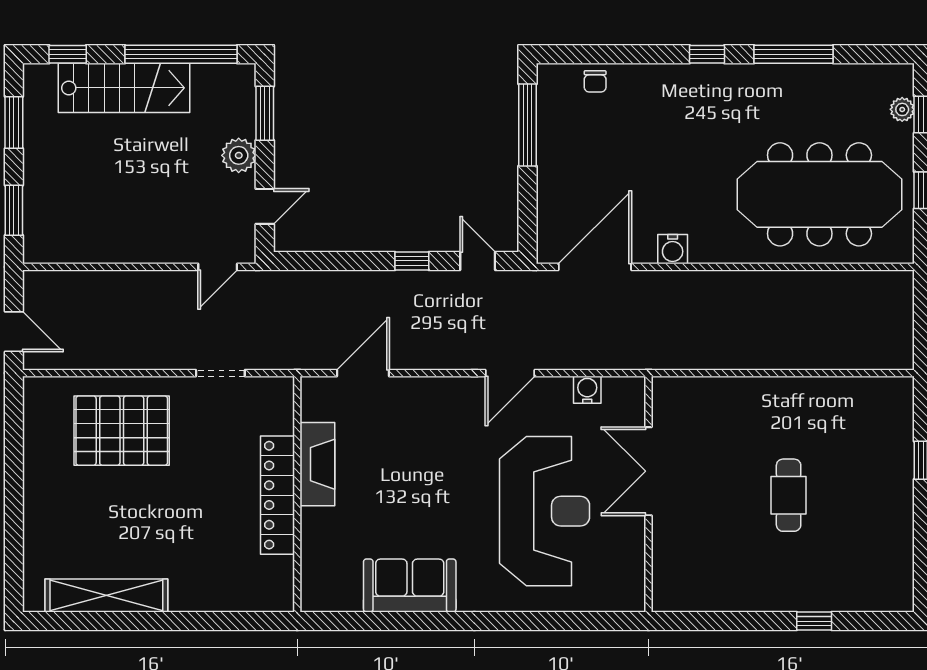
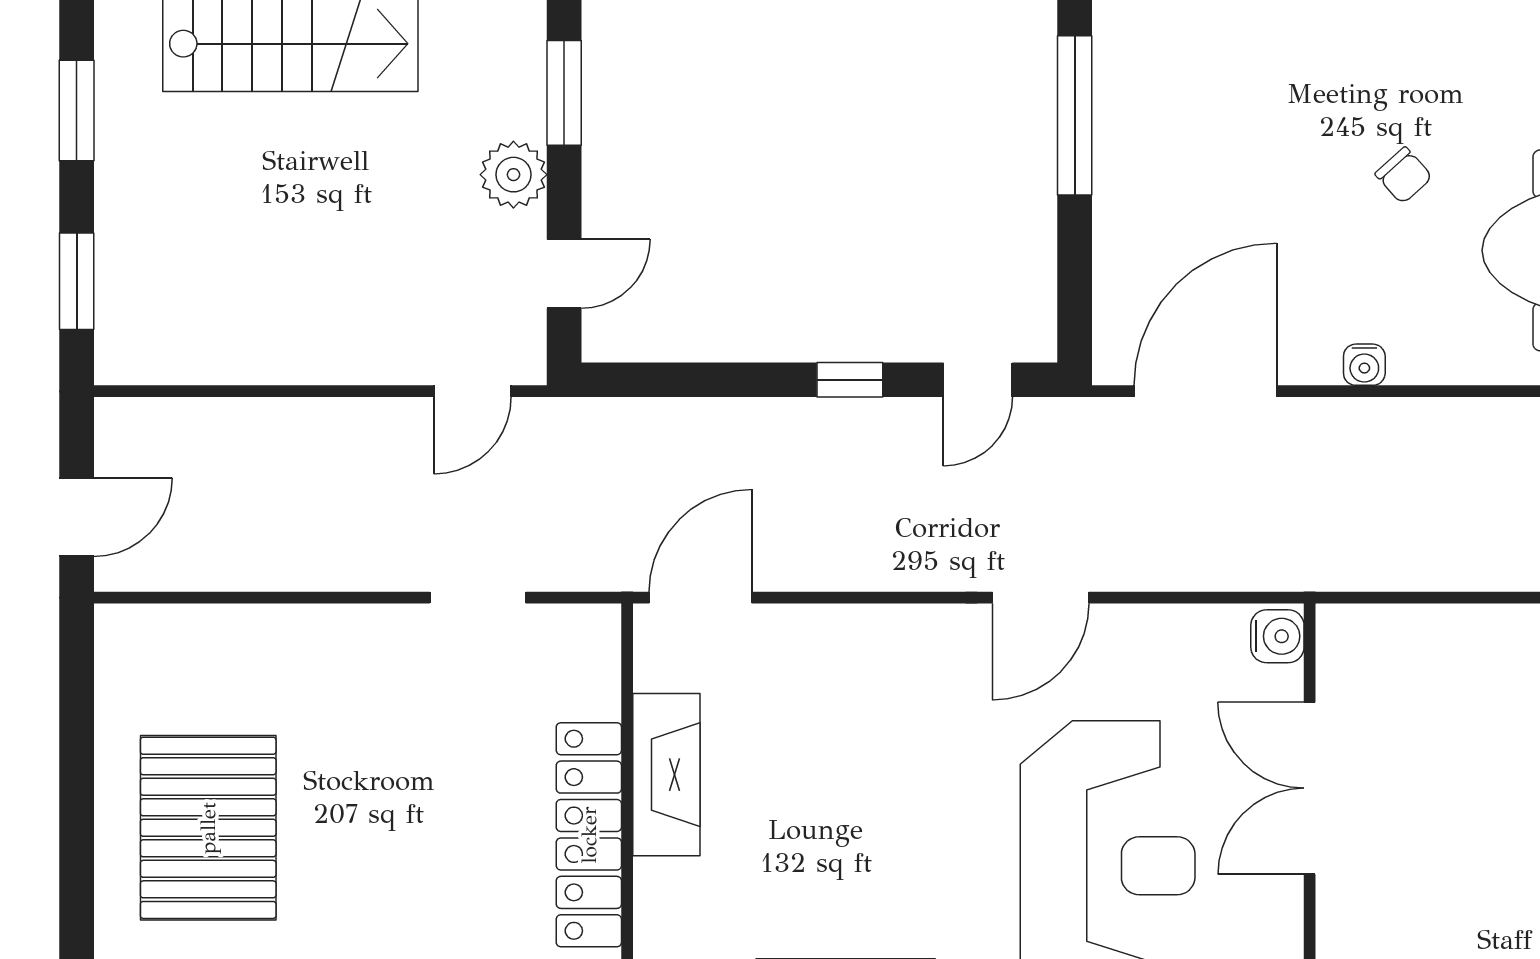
chair: (595, 81) -> (1404, 175), moved, turned -42
water cooler: (673, 249) -> (1364, 365), width x0.72, depth x0.72
door: (478, 261) -> (978, 380), swing flipped
door: (14, 332) -> (77, 517), hinge flipped
door: (363, 373) -> (701, 598), moved
water cooler: (587, 390) -> (1277, 636), moved, turned 90
pallet: (122, 431) -> (208, 828), moved, turned 90

